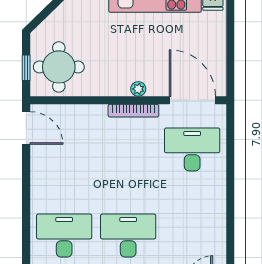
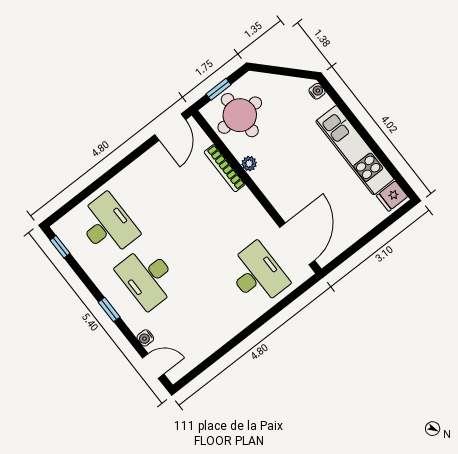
plant: (138, 89) -> (249, 164), moved
bookcase: (133, 111) -> (225, 168), moved
desk: (128, 236) -> (148, 277), turned 180

